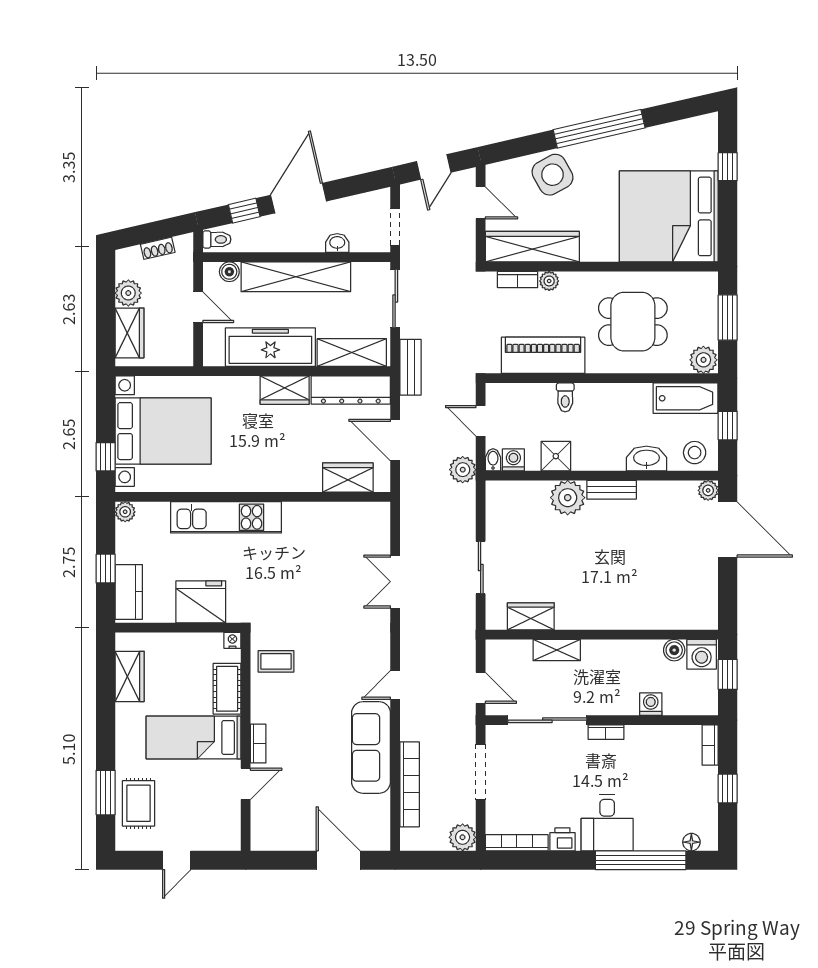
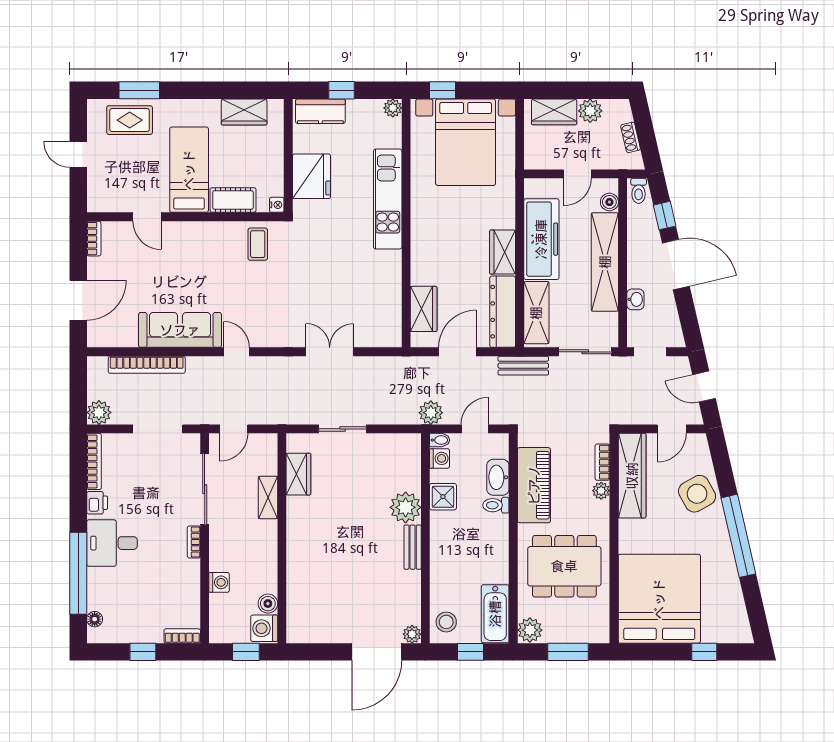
dining table: (633, 322) -> (564, 566), width x1.38
washbasin: (646, 459) -> (498, 477), moved, turned 180
bookcase: (258, 744) -> (94, 239), moved, turned -90

